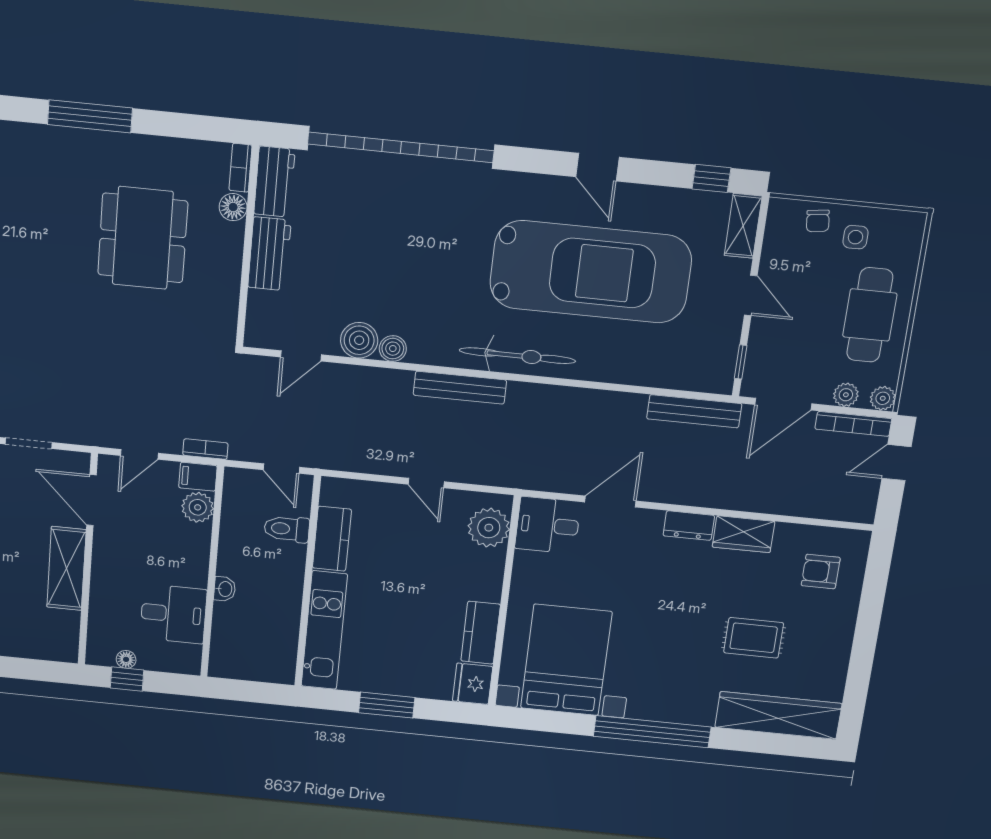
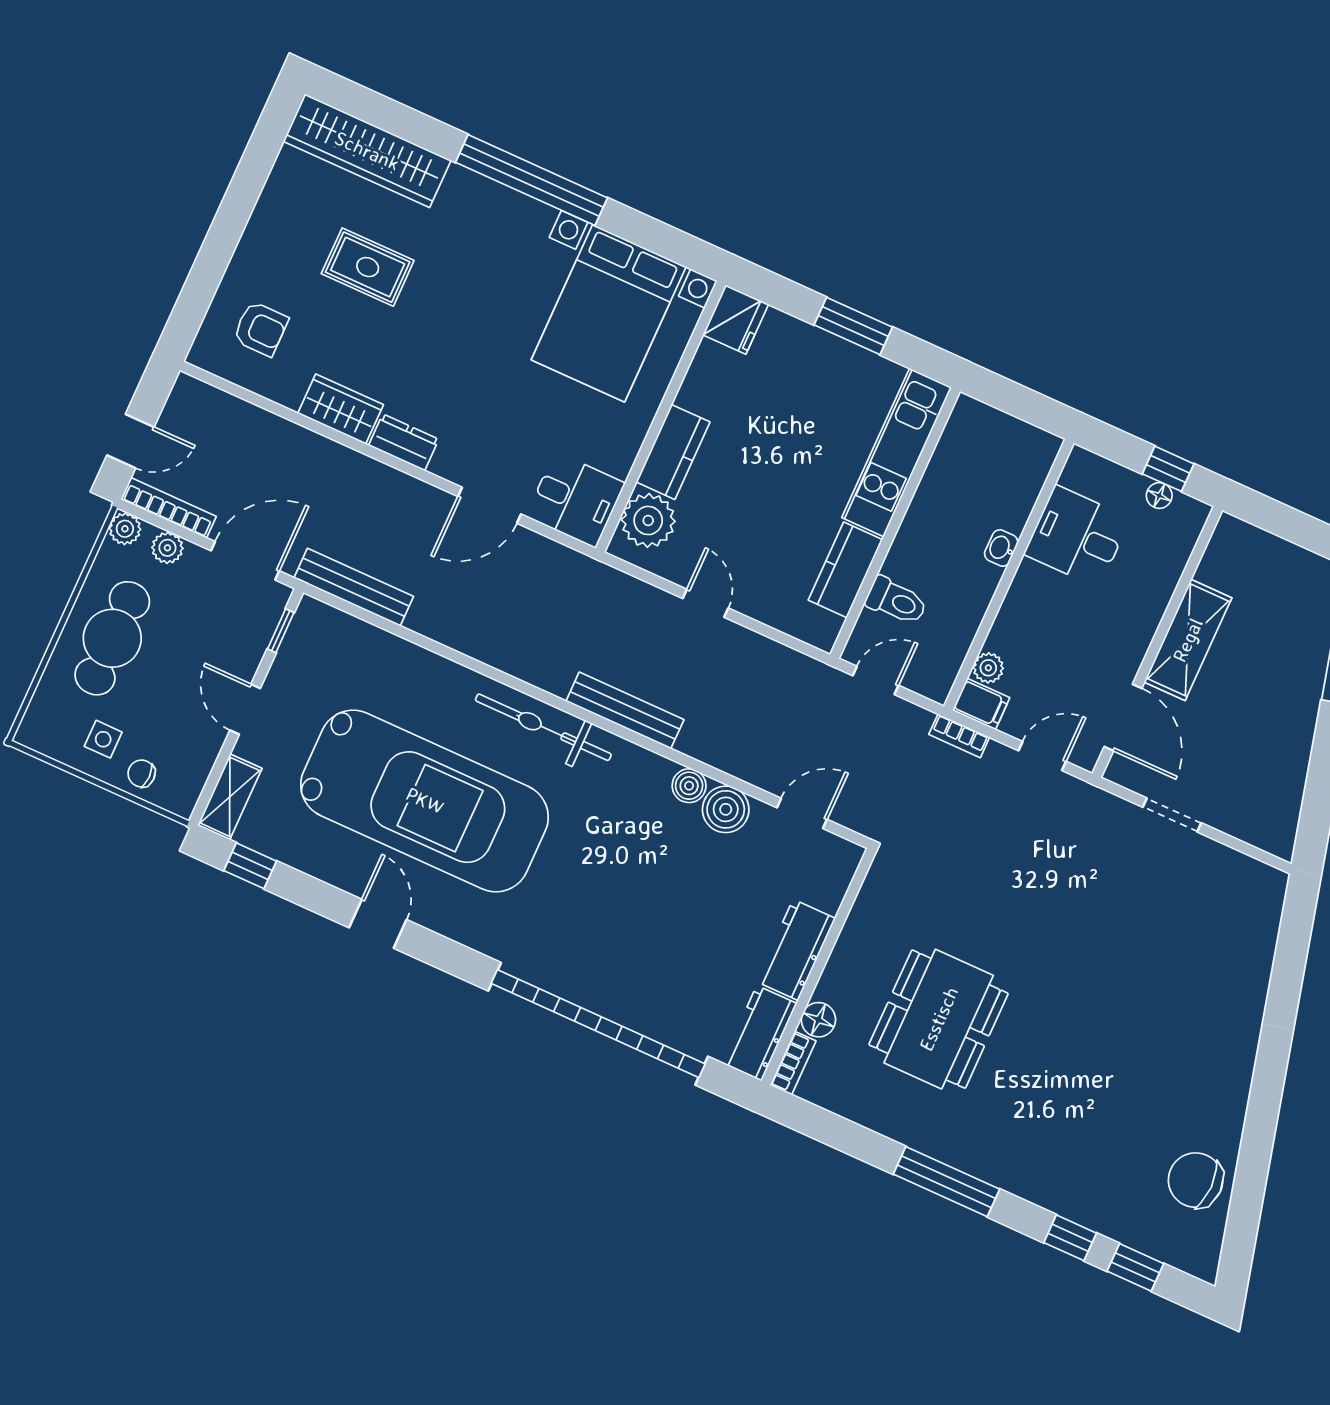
chair: (818, 221) -> (142, 774), turned -83
car: (591, 272) -> (425, 801), turned 180
door: (281, 469) -> (876, 680), hinge flipped
plant: (198, 507) -> (988, 668), width x0.73, depth x0.73
kitchen counter: (481, 633) -> (673, 452), moved

